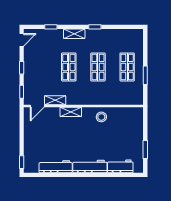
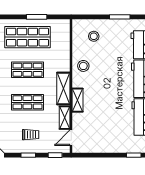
shop shelf: (127, 67) -> (27, 37), width x1.43, depth x1.36
trolley: (40, 70) -> (31, 135), added
shelving: (81, 99) -> (63, 88), added
door: (37, 106) -> (71, 138), swing flipped
stool: (128, 126) -> (94, 36), added

